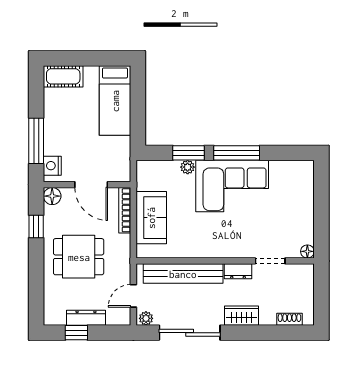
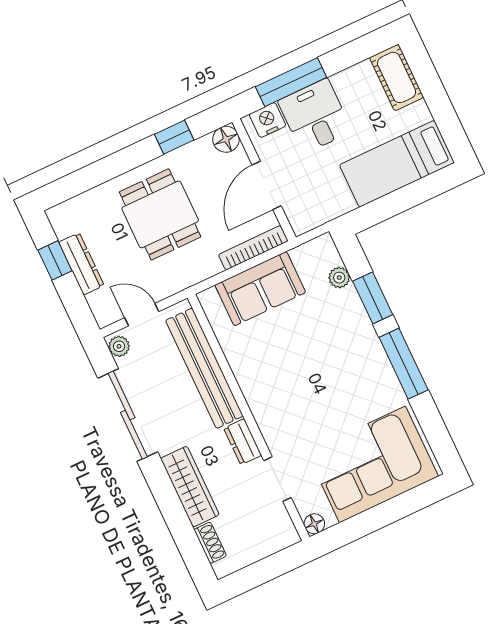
desk: (63, 136) -> (315, 116), added
plant: (188, 167) -> (339, 278), moved
corner sofa: (232, 186) -> (373, 464), moved, turned 90
wardrobe: (242, 316) -> (190, 487), width x1.50

